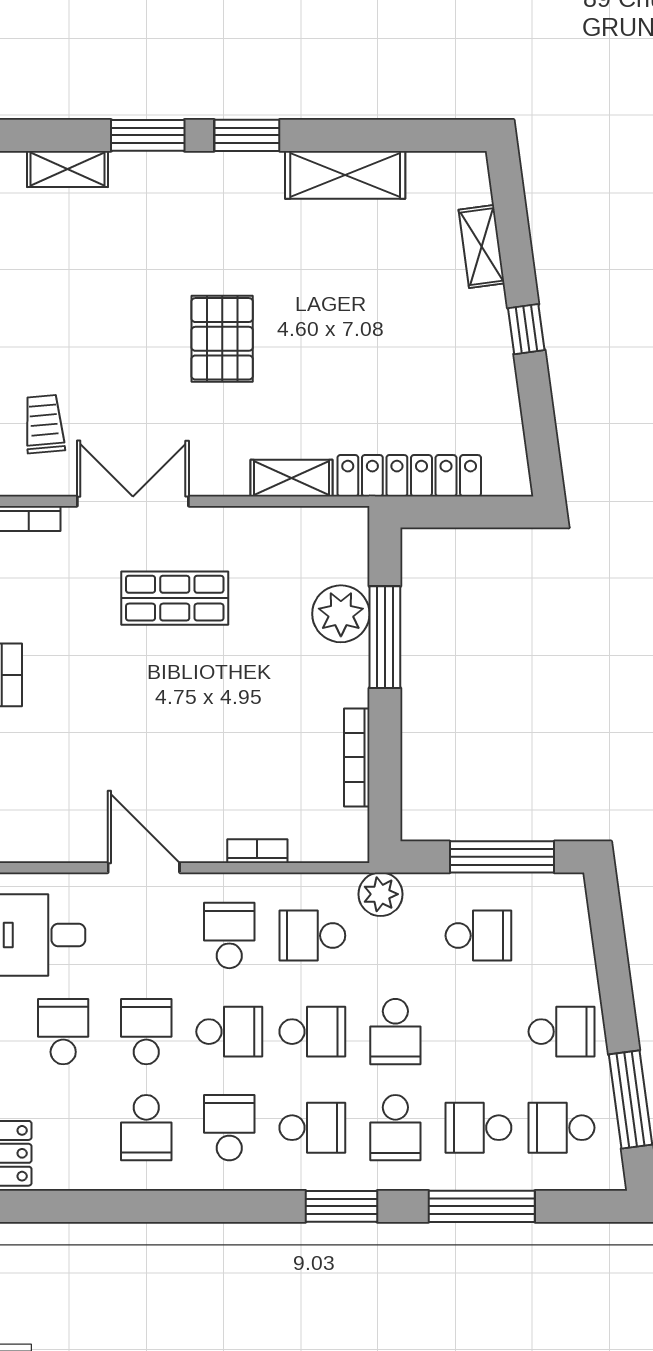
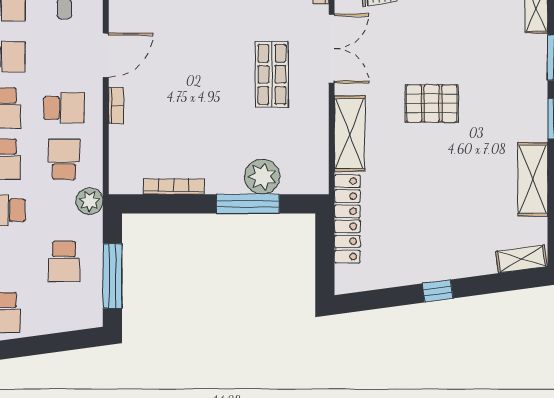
shelving: (482, 247) -> (521, 259), moved
shelving: (292, 478) -> (350, 134), width x1.50, depth x1.33
bookcase: (257, 851) -> (116, 105), moved

